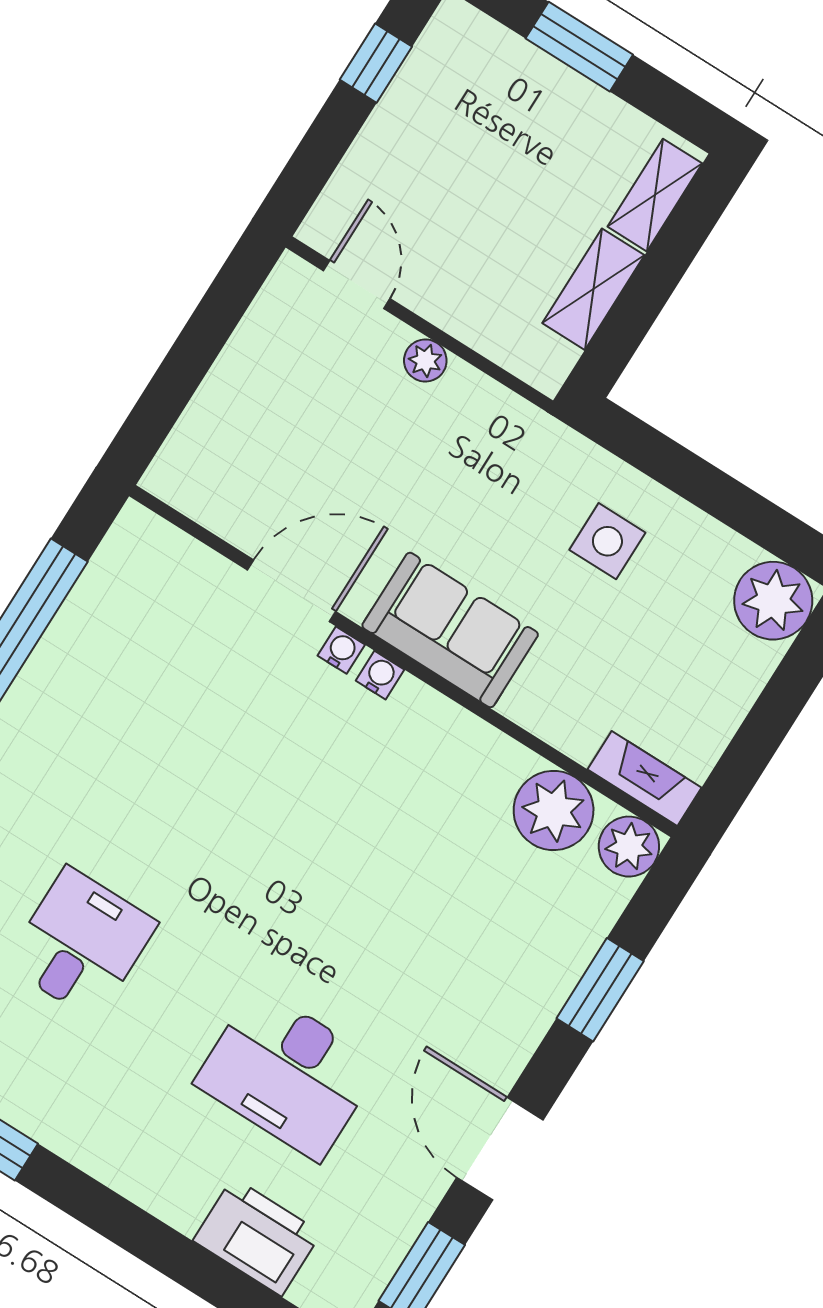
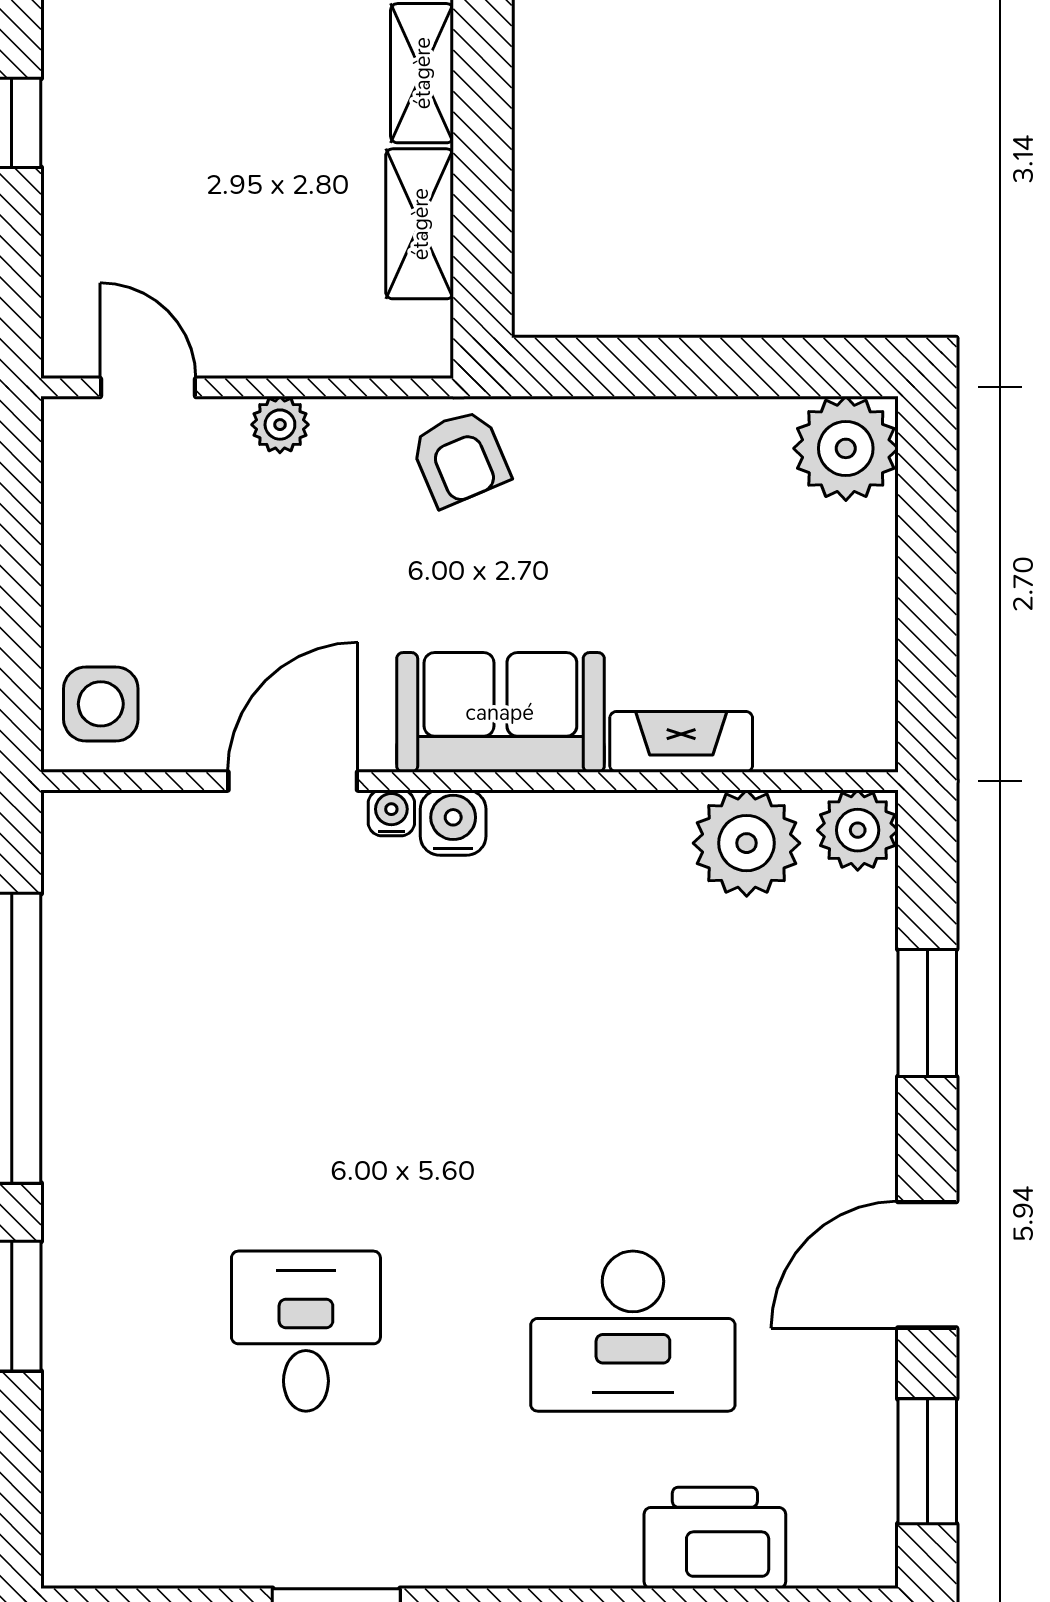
armchair: (526, 453) -> (460, 458), added
side table: (607, 541) -> (101, 704), moved
water cooler: (380, 675) -> (453, 823), width x1.38, depth x1.38
fireplace: (644, 778) -> (681, 742), moved
door: (500, 1149) -> (927, 1265), hinge flipped

